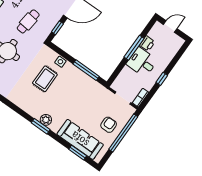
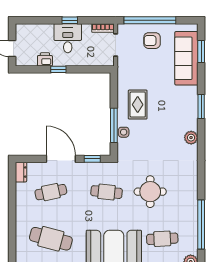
window: (134, 48) -> (58, 69), width x0.46
desk: (142, 62) -> (68, 38), moved, turned 180
window: (86, 70) -> (114, 125), moved
rug: (45, 79) -> (138, 105), moved, turned 90
plant: (46, 120) -> (191, 138), moved

